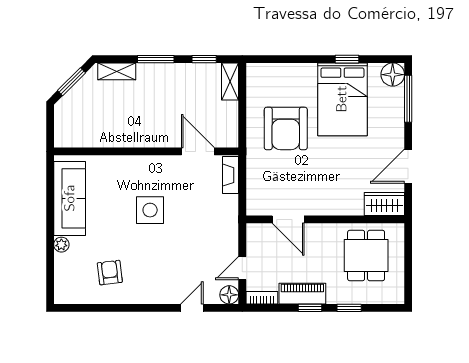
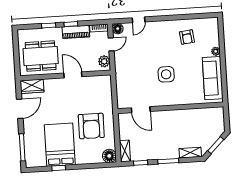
floor lamp: (393, 75) -> (109, 156), moved
armchair: (286, 128) -> (91, 126), turned 180
fireplace: (231, 175) -> (121, 97), removed
door: (288, 219) -> (73, 75), moved
plant: (256, 239) -> (104, 61), added
dining table: (366, 255) -> (41, 56), width x1.37

